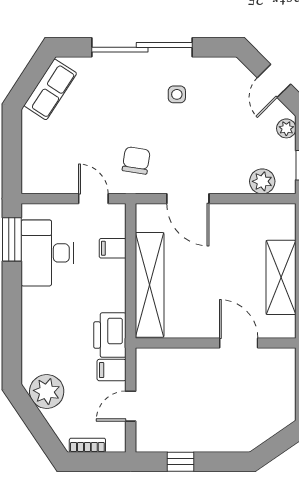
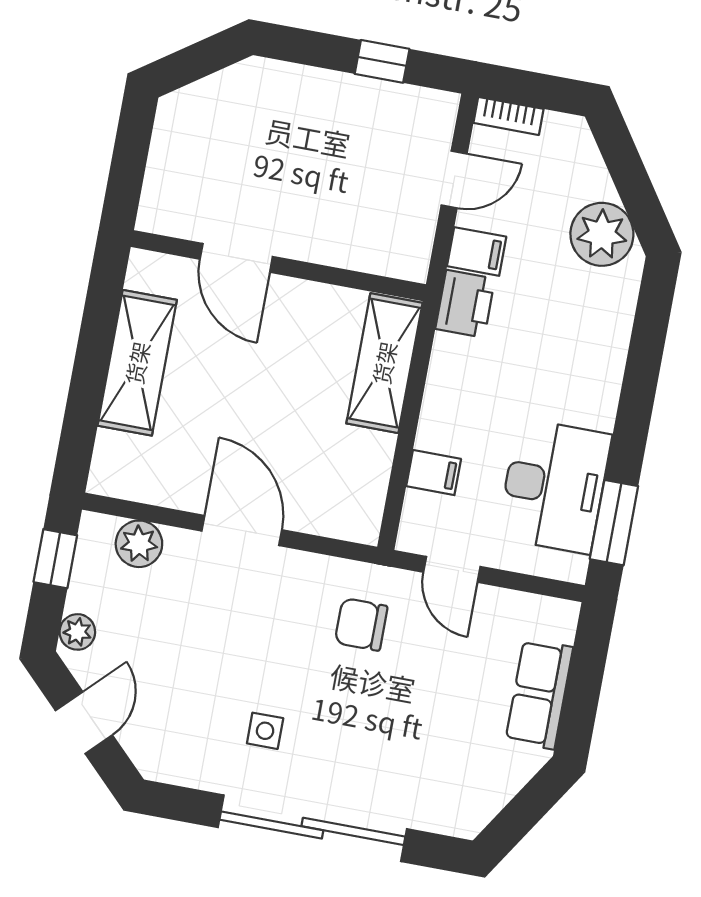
row of seats: (50, 89) -> (539, 694), moved, turned -33
chair: (136, 160) -> (361, 624), turned 81
door: (188, 199) -> (242, 530), moved
shelving: (150, 285) -> (384, 363), width x0.68
printer: (110, 335) -> (465, 304), width x0.73, depth x0.84
bookcase: (87, 445) -> (509, 116), moved

